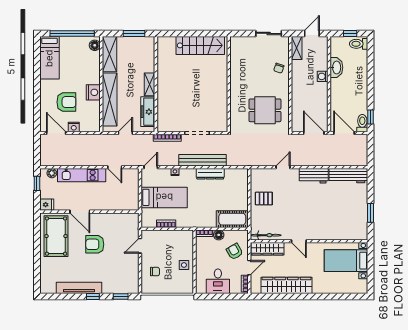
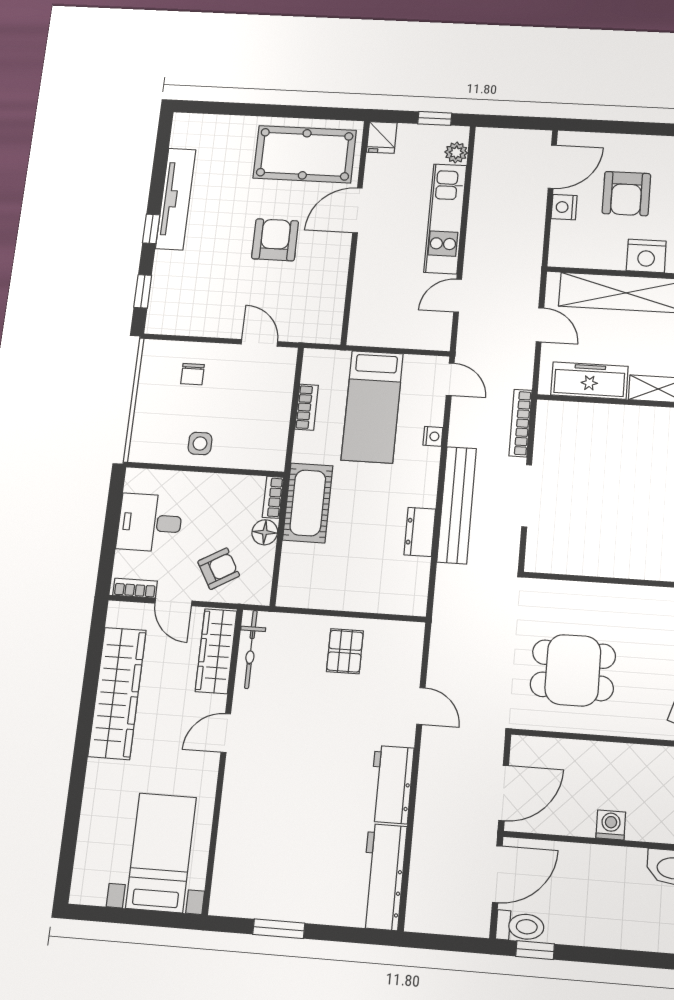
washing machine: (323, 76) -> (611, 825), moved
dining table: (265, 110) -> (573, 670), turned 90
dresser: (210, 174) -> (420, 532), width x0.70
cot: (232, 219) -> (308, 503), moved

